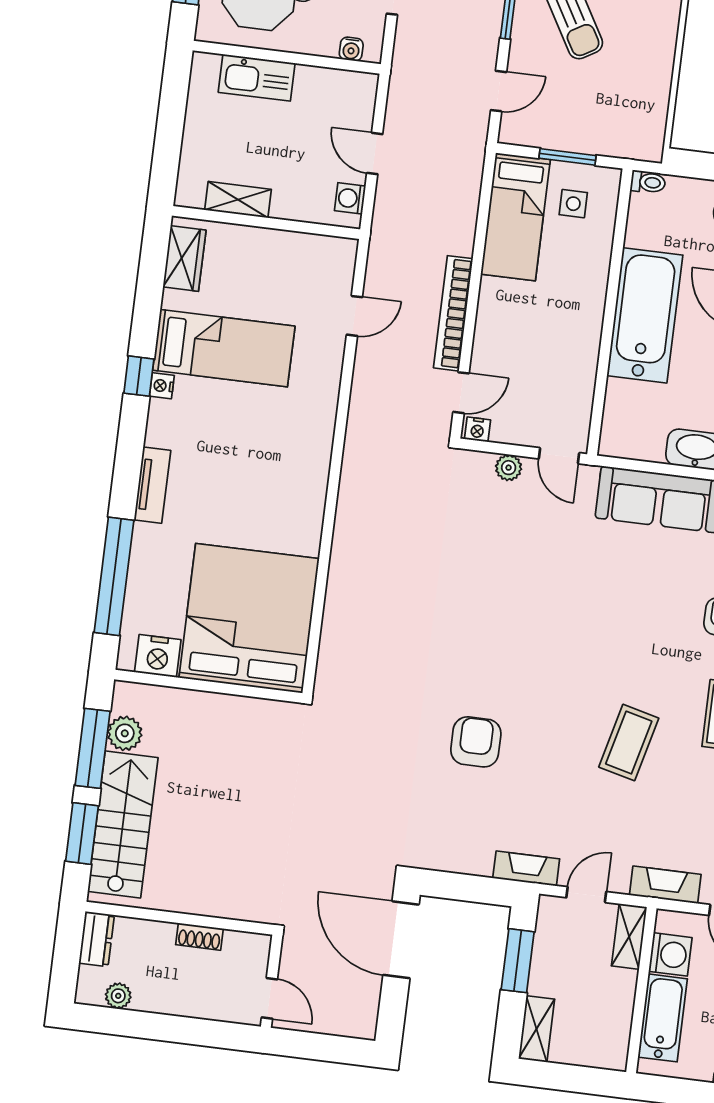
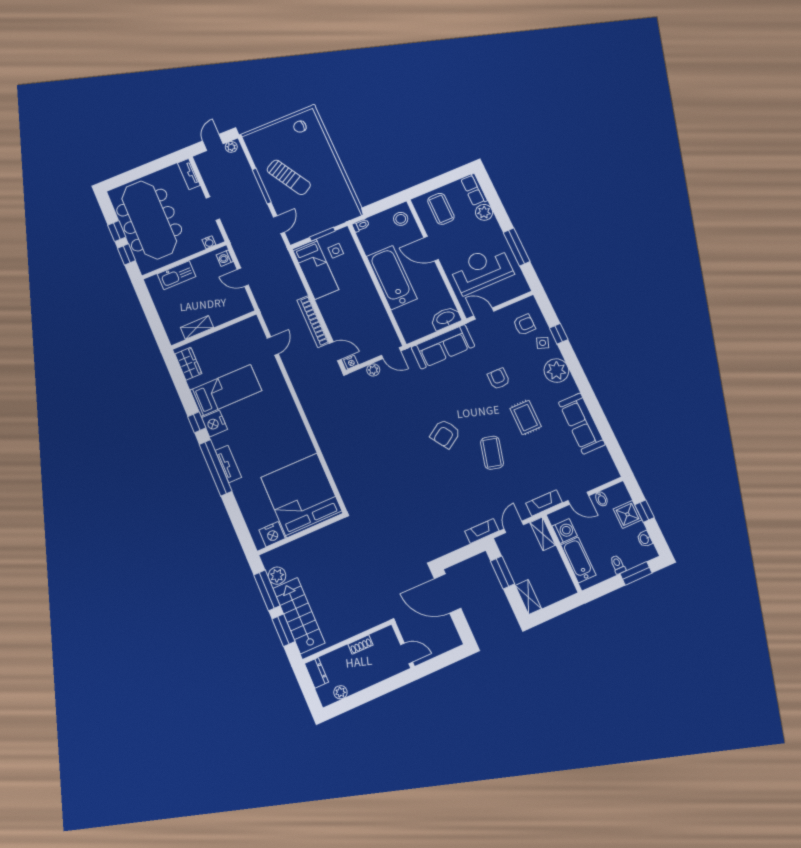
washing machine: (350, 198) -> (225, 258), moved
nightstand: (162, 386) -> (215, 424), width x1.89, depth x1.79
door: (461, 393) -> (335, 351), hinge flipped
window: (114, 576) -> (216, 468), moved
armchair: (476, 742) -> (445, 434), moved, turned -123

